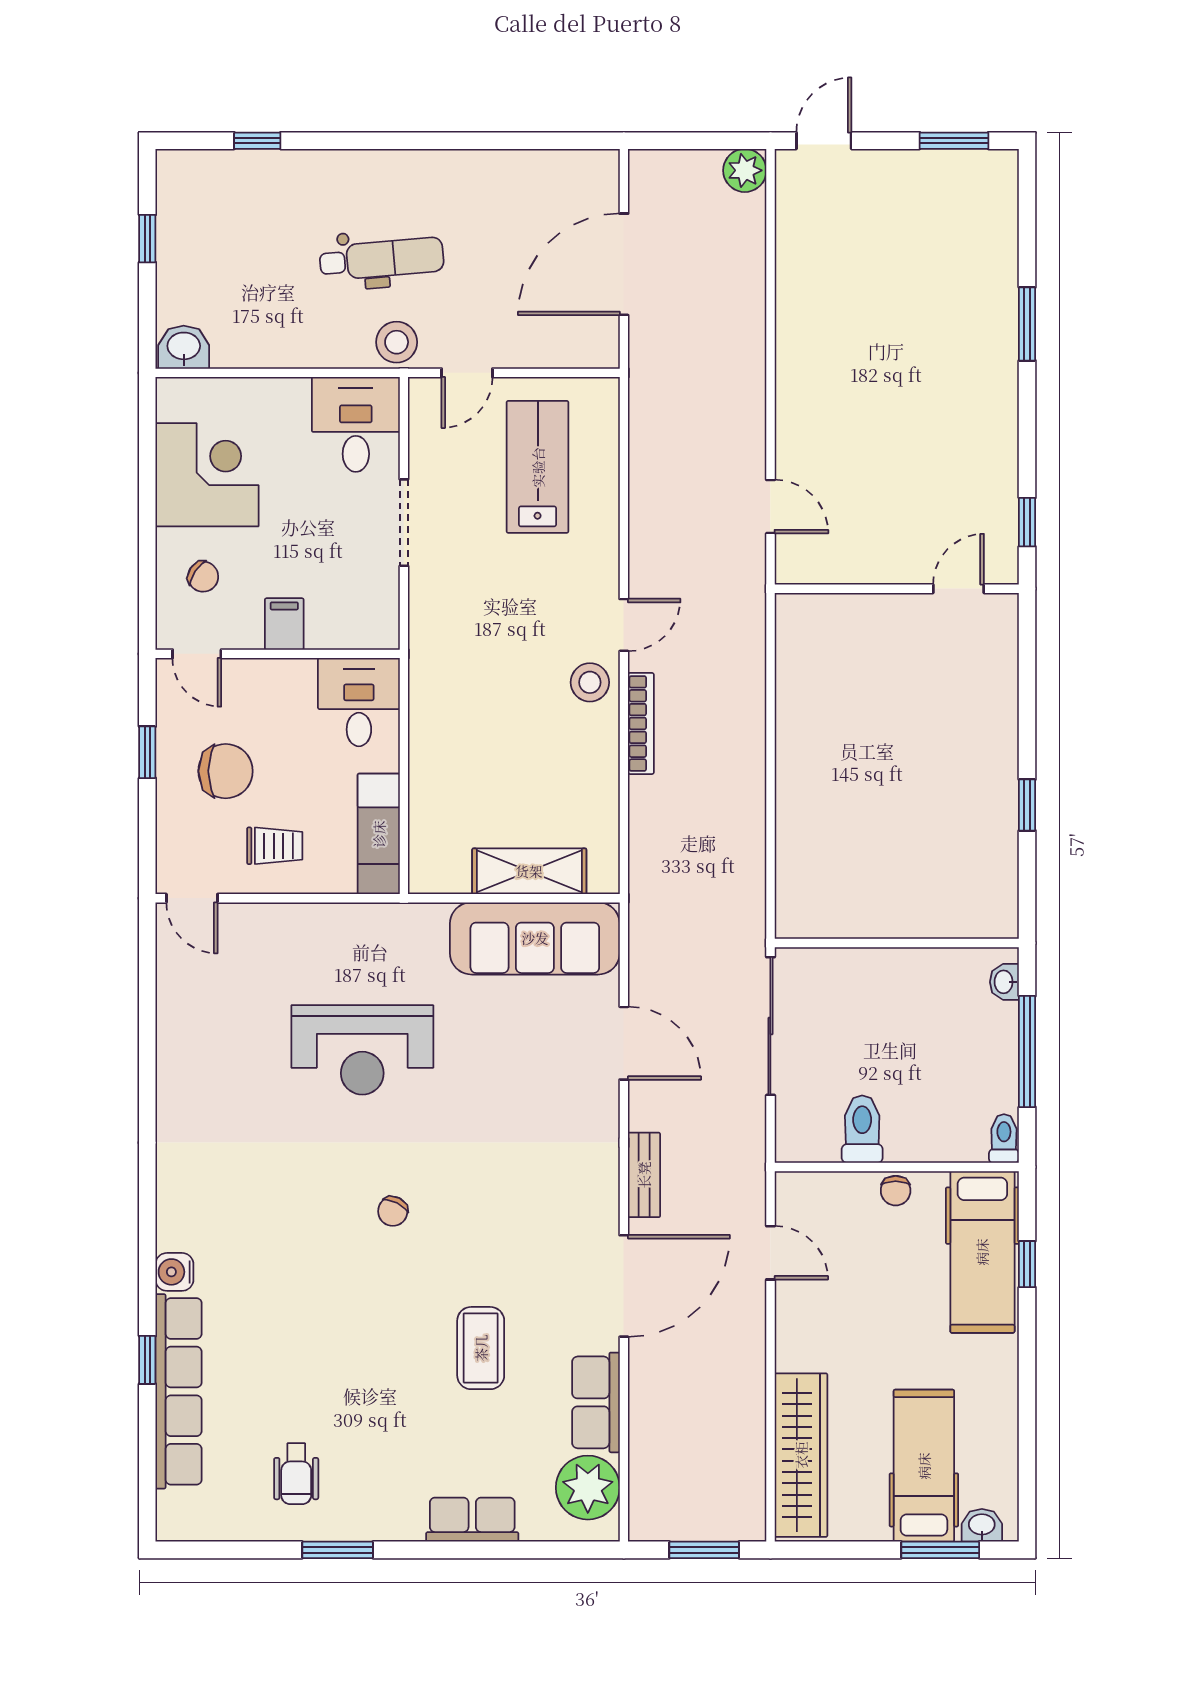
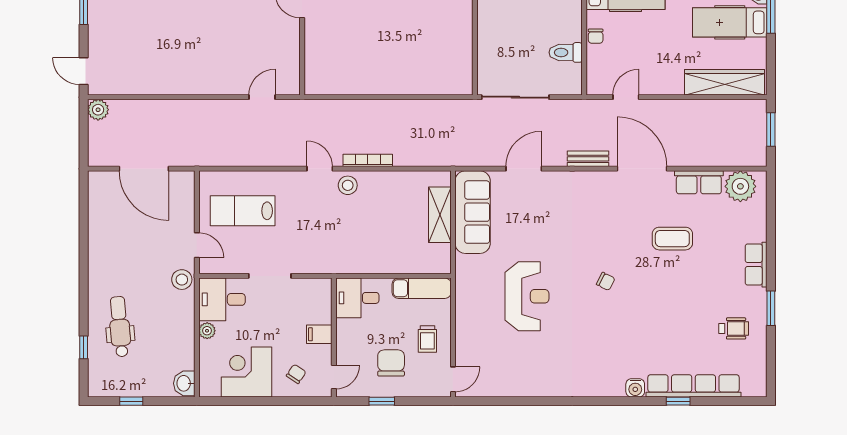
dental chair: (382, 259) -> (120, 327), moved
plant: (292, 394) -> (207, 331), added
trolley: (275, 846) -> (427, 339), turned 180
chair: (896, 1191) -> (596, 36), turned 90
row of seats: (472, 1520) -> (756, 265), moved

